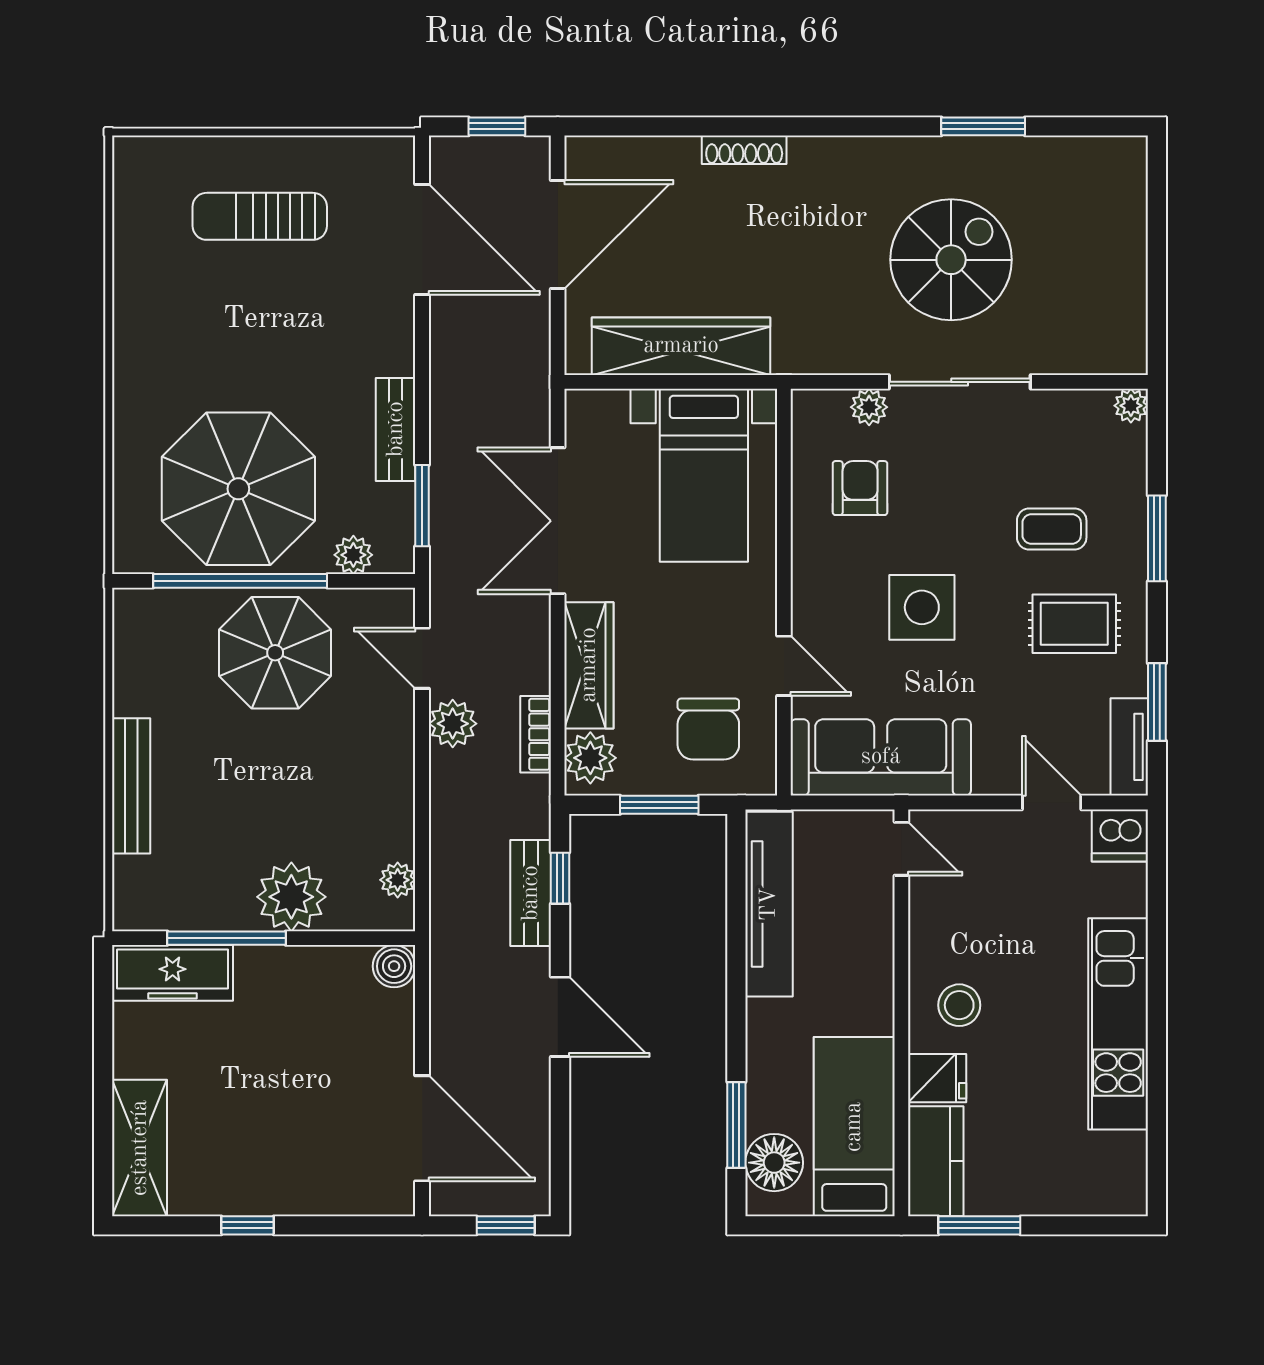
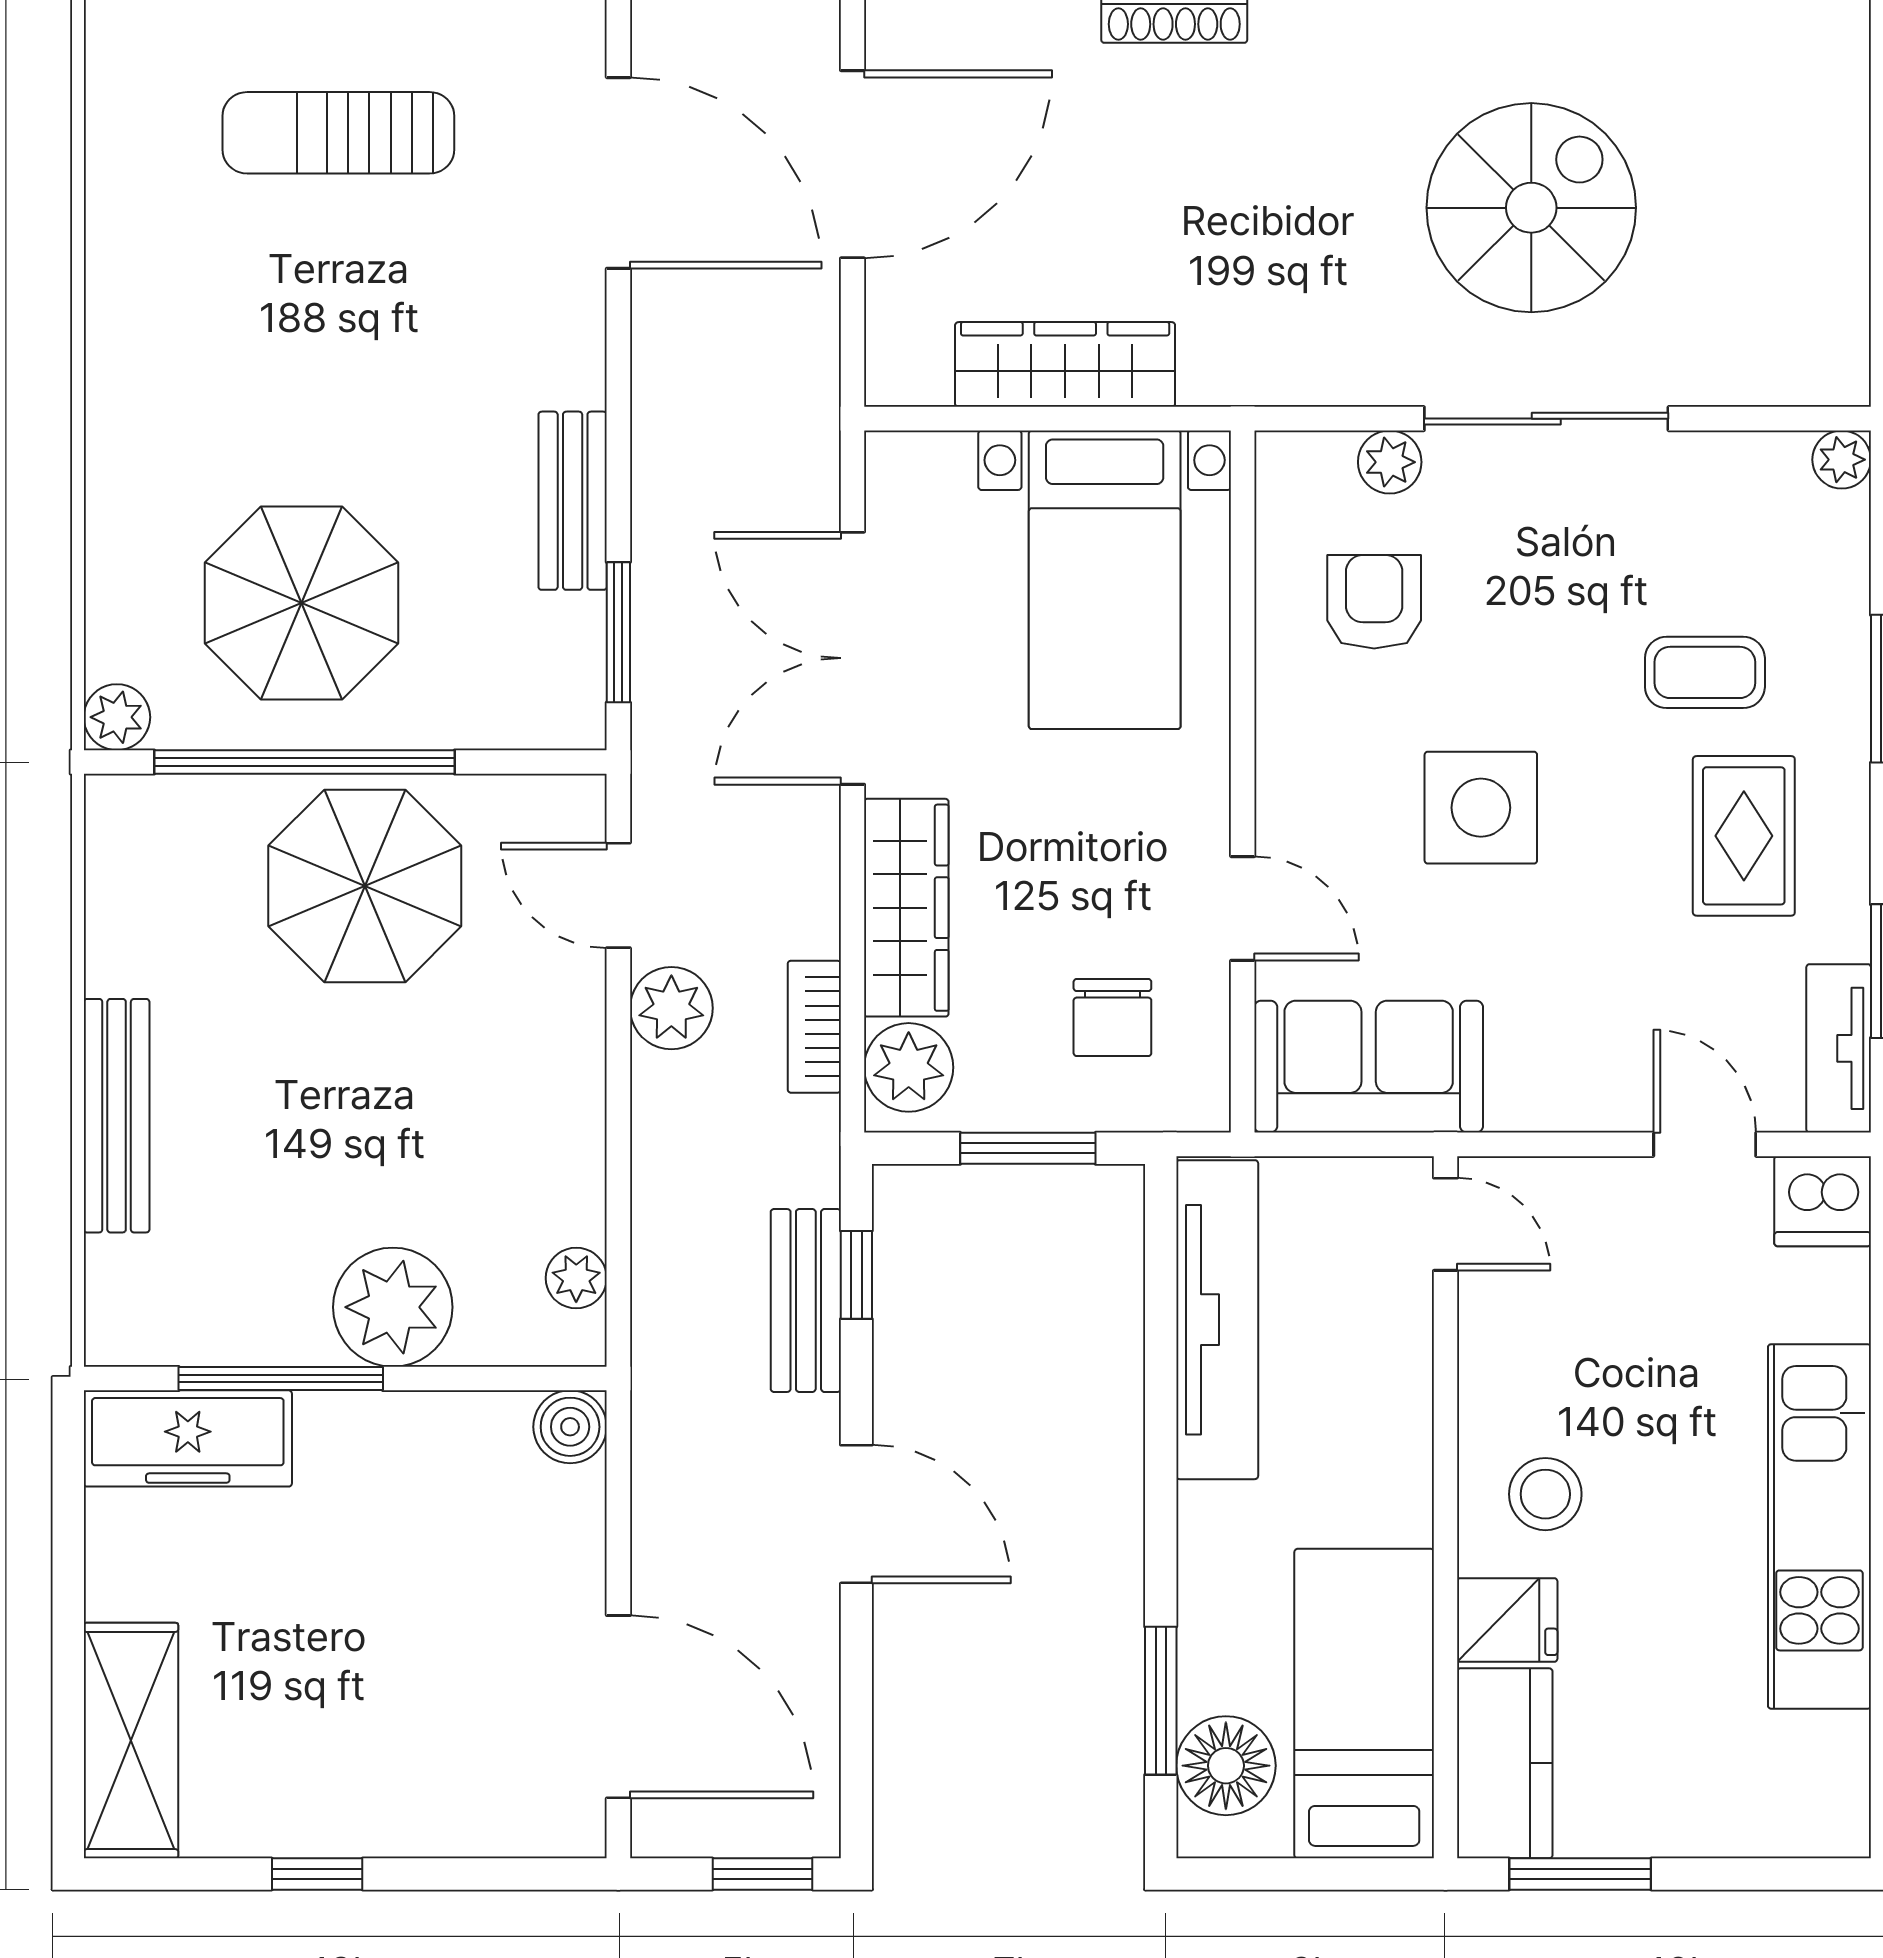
wardrobe: (681, 346) -> (1065, 364), width x0.71, depth x0.85
parasol: (238, 489) -> (301, 603), width x0.73, depth x0.73
plant: (353, 555) -> (117, 717), moved
rug: (1074, 624) -> (1744, 836), turned 90
chair: (708, 729) -> (1112, 1018), width x0.73, depth x0.73
sofa: (881, 757) -> (1369, 1067), width x0.73

